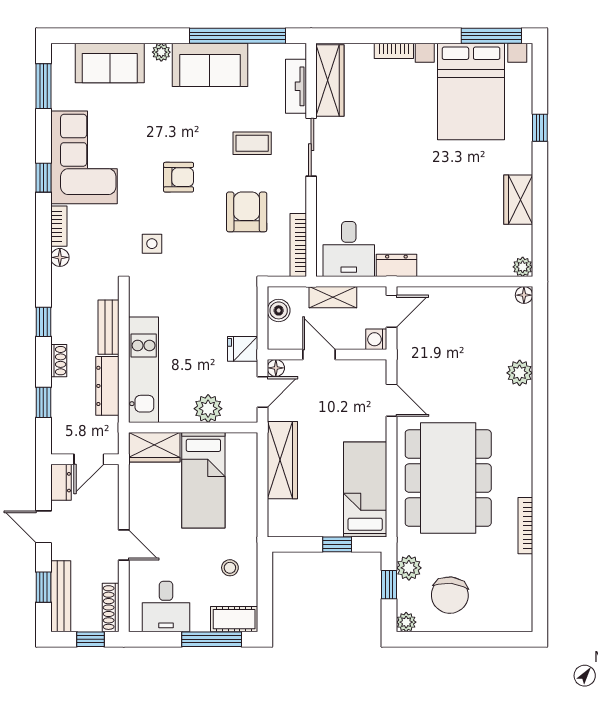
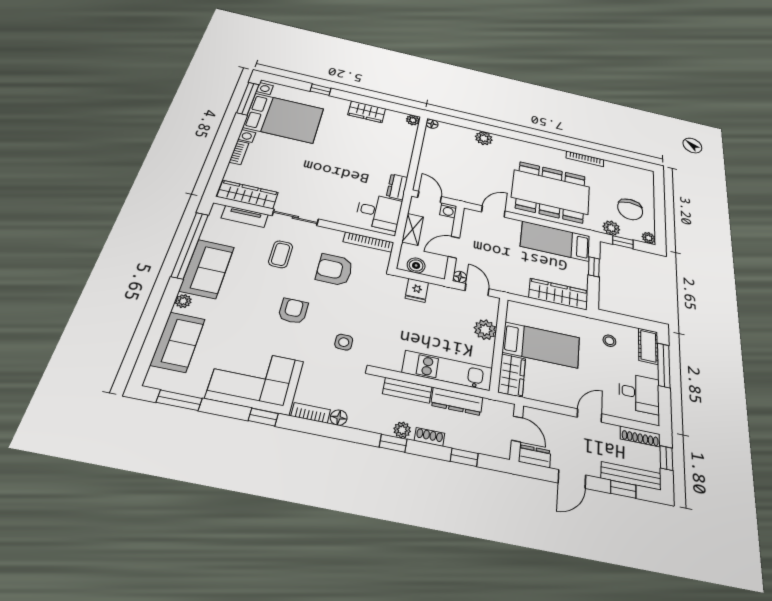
plant: (60, 329) -> (402, 430), added
fridge: (243, 349) -> (417, 290), moved
wardrobe: (282, 460) -> (559, 294), moved
chair: (450, 595) -> (630, 209), turned 84

